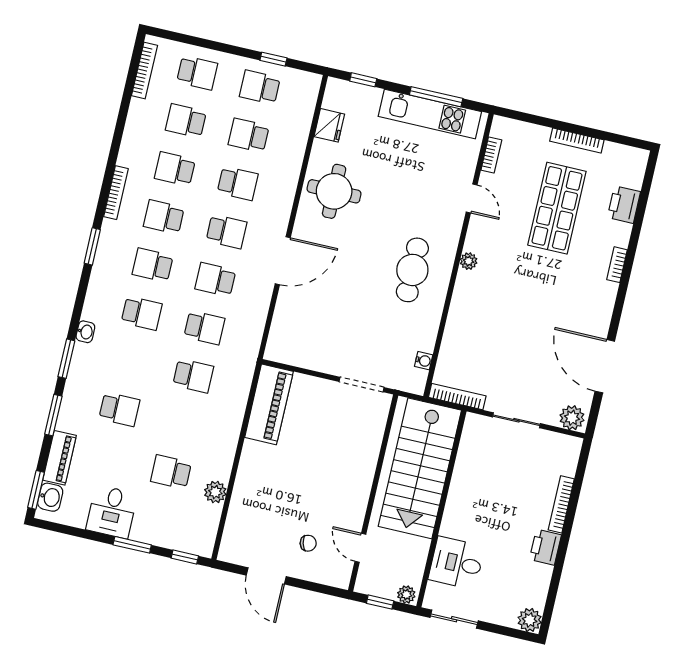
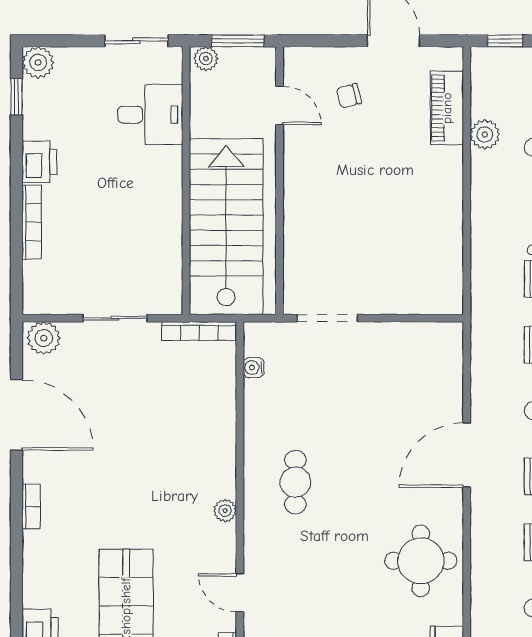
bookcase: (617, 265) -> (31, 507), moved
cafe table: (412, 270) -> (295, 482), width x0.73, depth x0.74
piano: (269, 404) -> (447, 108), moved, width x0.73, depth x0.75
window: (551, 599) -> (16, 97), added
window: (380, 602) -> (238, 41), width x1.50

